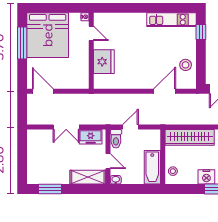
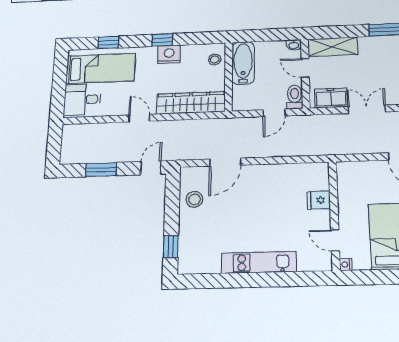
kitchen unit: (171, 20) -> (259, 262), moved
fridge: (104, 62) -> (319, 200), width x0.53, depth x0.75

